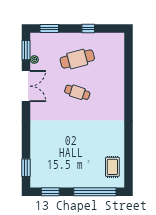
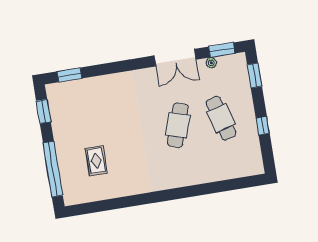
cafe table: (77, 92) -> (178, 125), width x1.37, depth x1.35
rug: (112, 167) -> (96, 161), moved, turned 90

